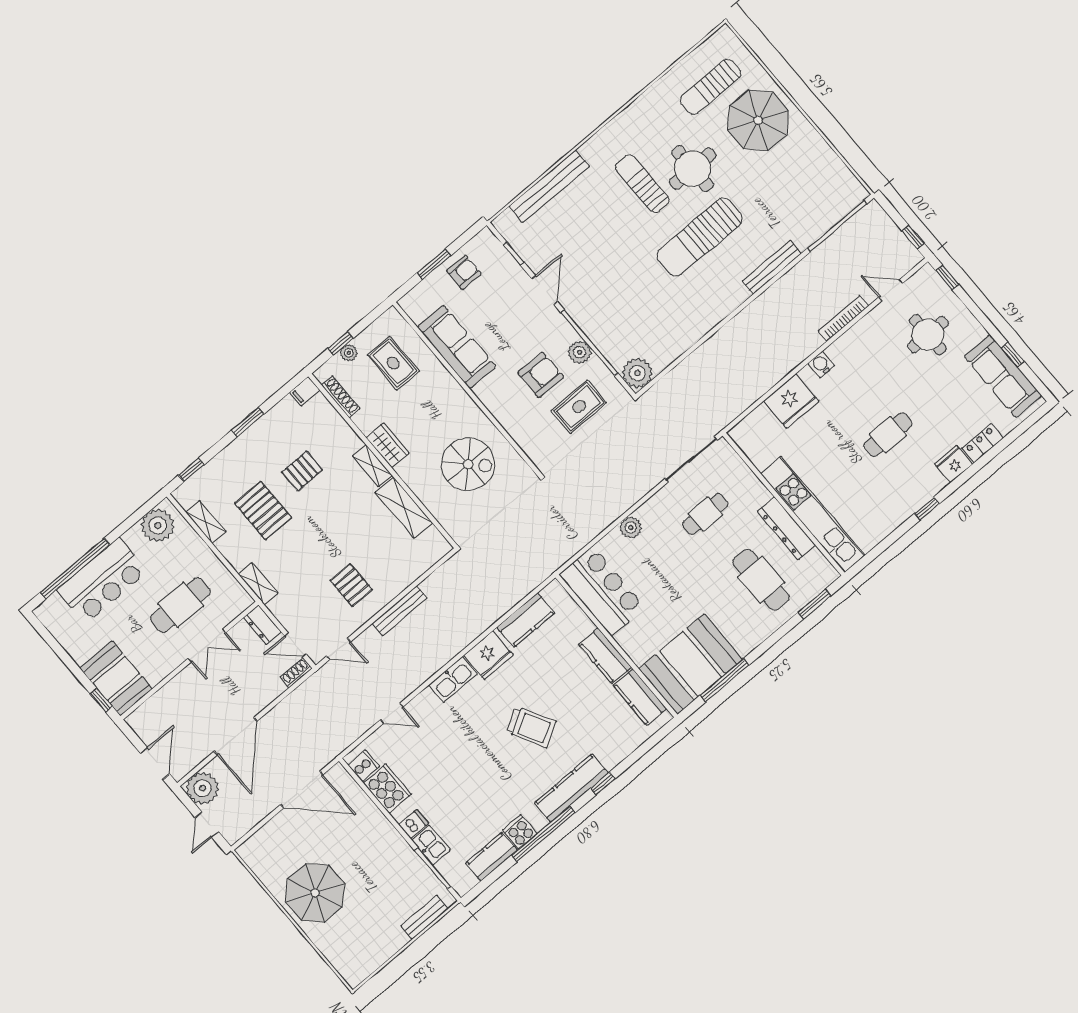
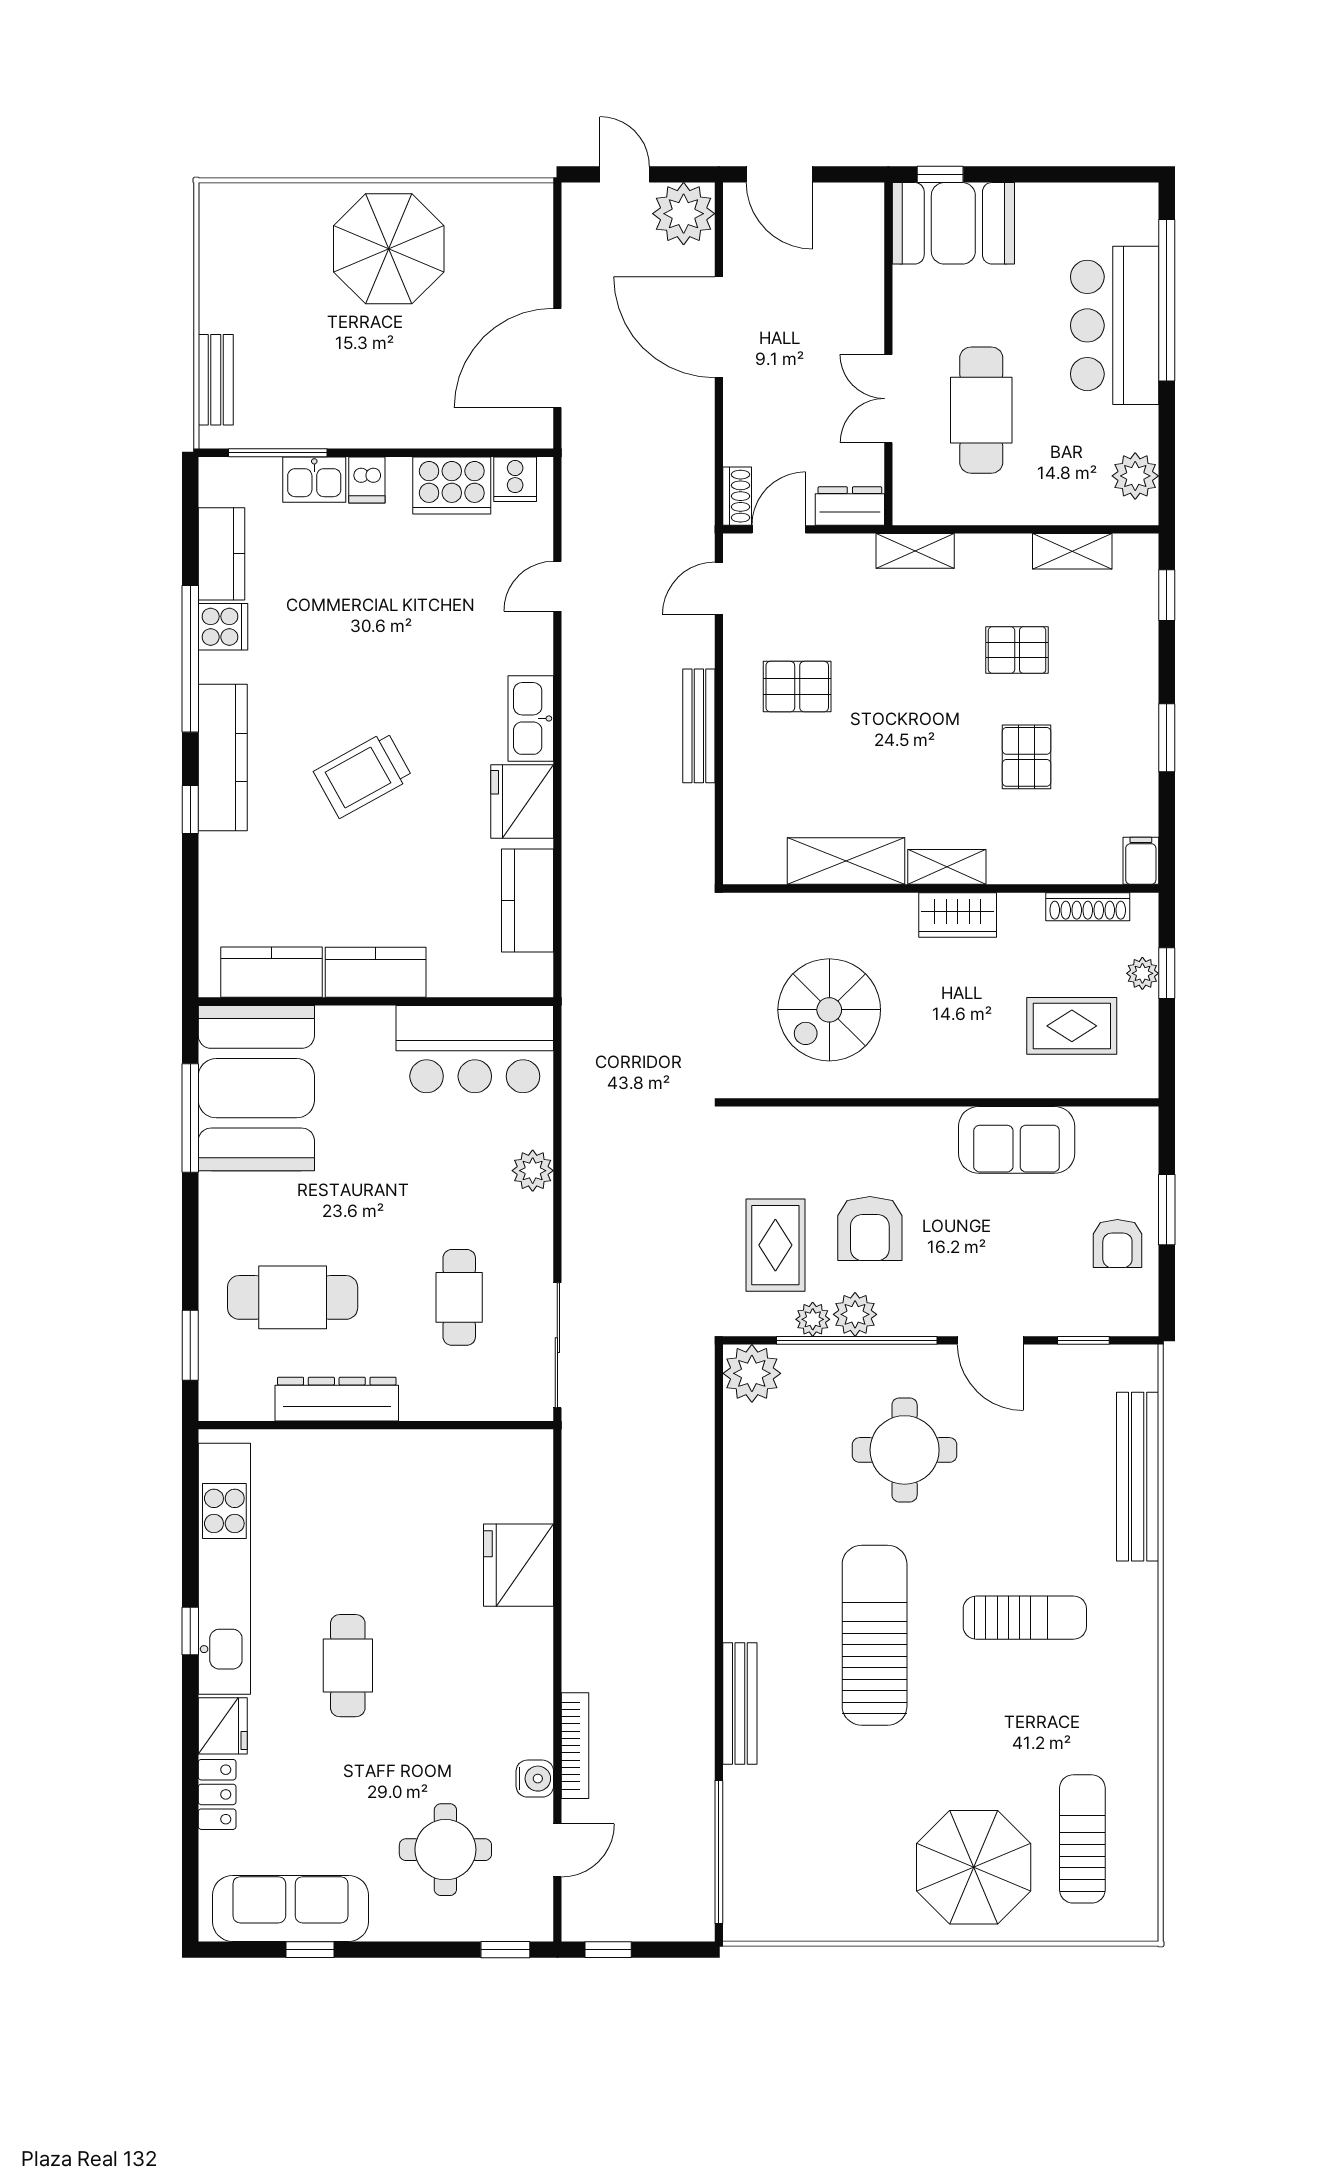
round table: (693, 169) -> (905, 1450), moved
sofa: (457, 347) -> (1017, 1140), width x0.73
water cooler: (821, 365) -> (535, 1779), moved
plant: (596, 367) -> (813, 1319), added
pallet: (263, 511) -> (1017, 650), width x0.67, depth x0.71
kitchen unit: (813, 515) -> (224, 1569), moved, turned -90
plant: (158, 525) -> (1135, 476), width x0.73, depth x0.73

